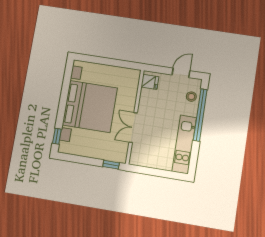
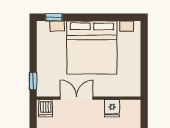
fridge: (150, 82) -> (112, 108), moved
dishwasher: (138, 157) -> (46, 108), added

